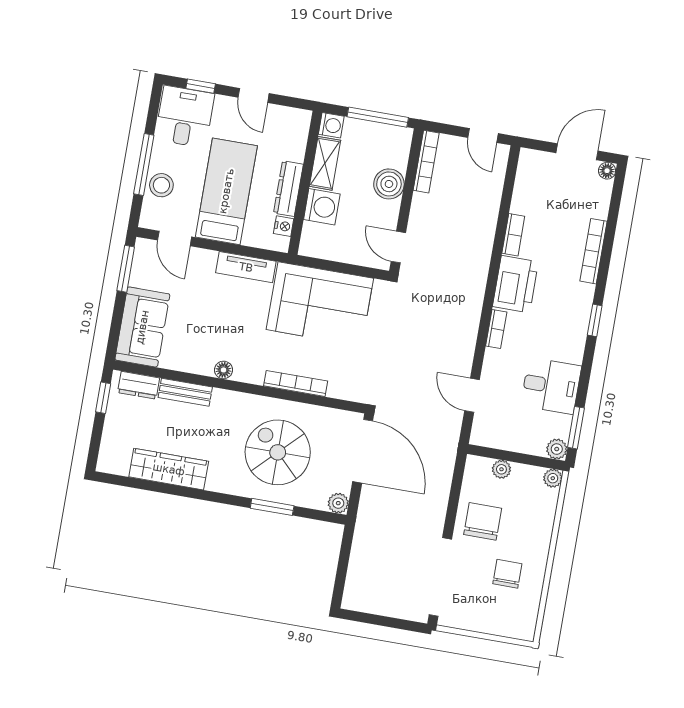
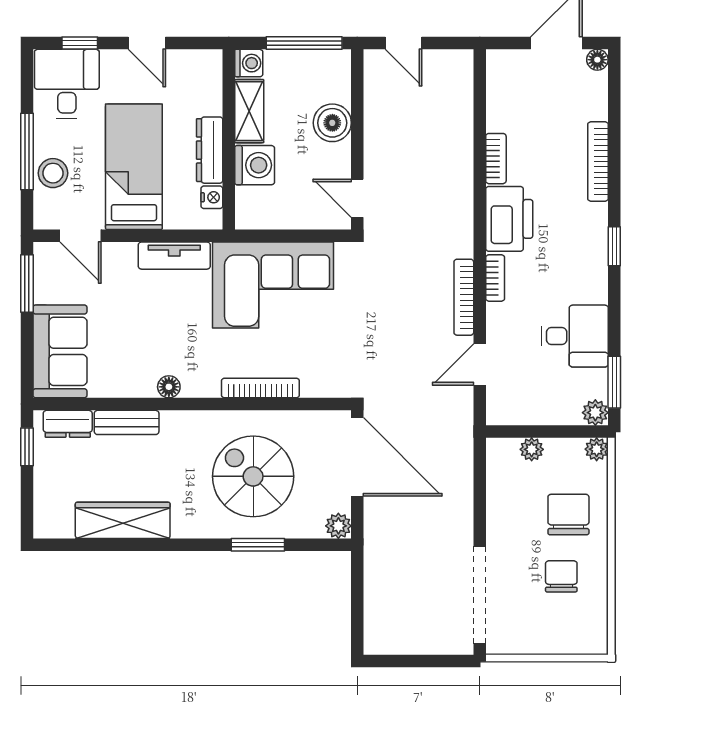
door: (483, 135) -> (403, 43), moved
bookcase: (426, 162) -> (464, 297), moved, turned 180
door: (472, 395) -> (480, 365), hinge flipped
chair: (483, 521) -> (568, 514), moved

